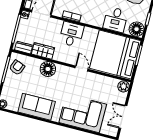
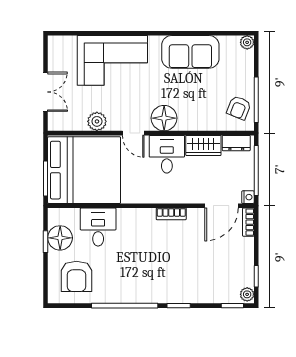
floor lamp: (137, 29) -> (60, 238), moved
desk: (72, 34) -> (167, 154), moved, turned 180
floor lamp: (48, 69) -> (164, 118), moved
plant: (124, 86) -> (97, 121), moved
double door: (123, 117) -> (46, 92), moved

